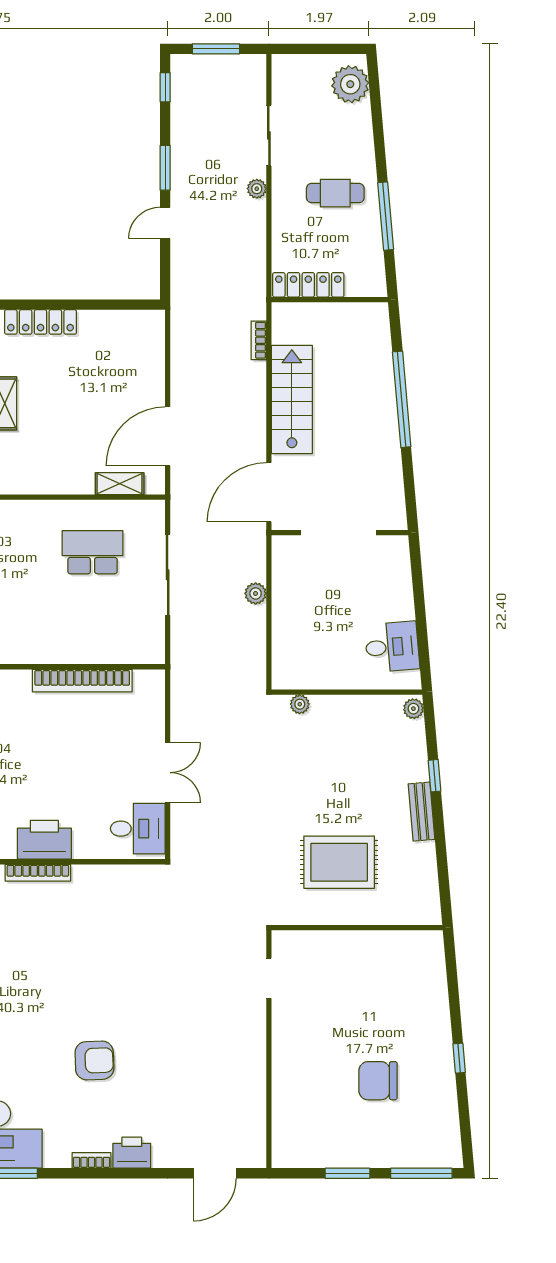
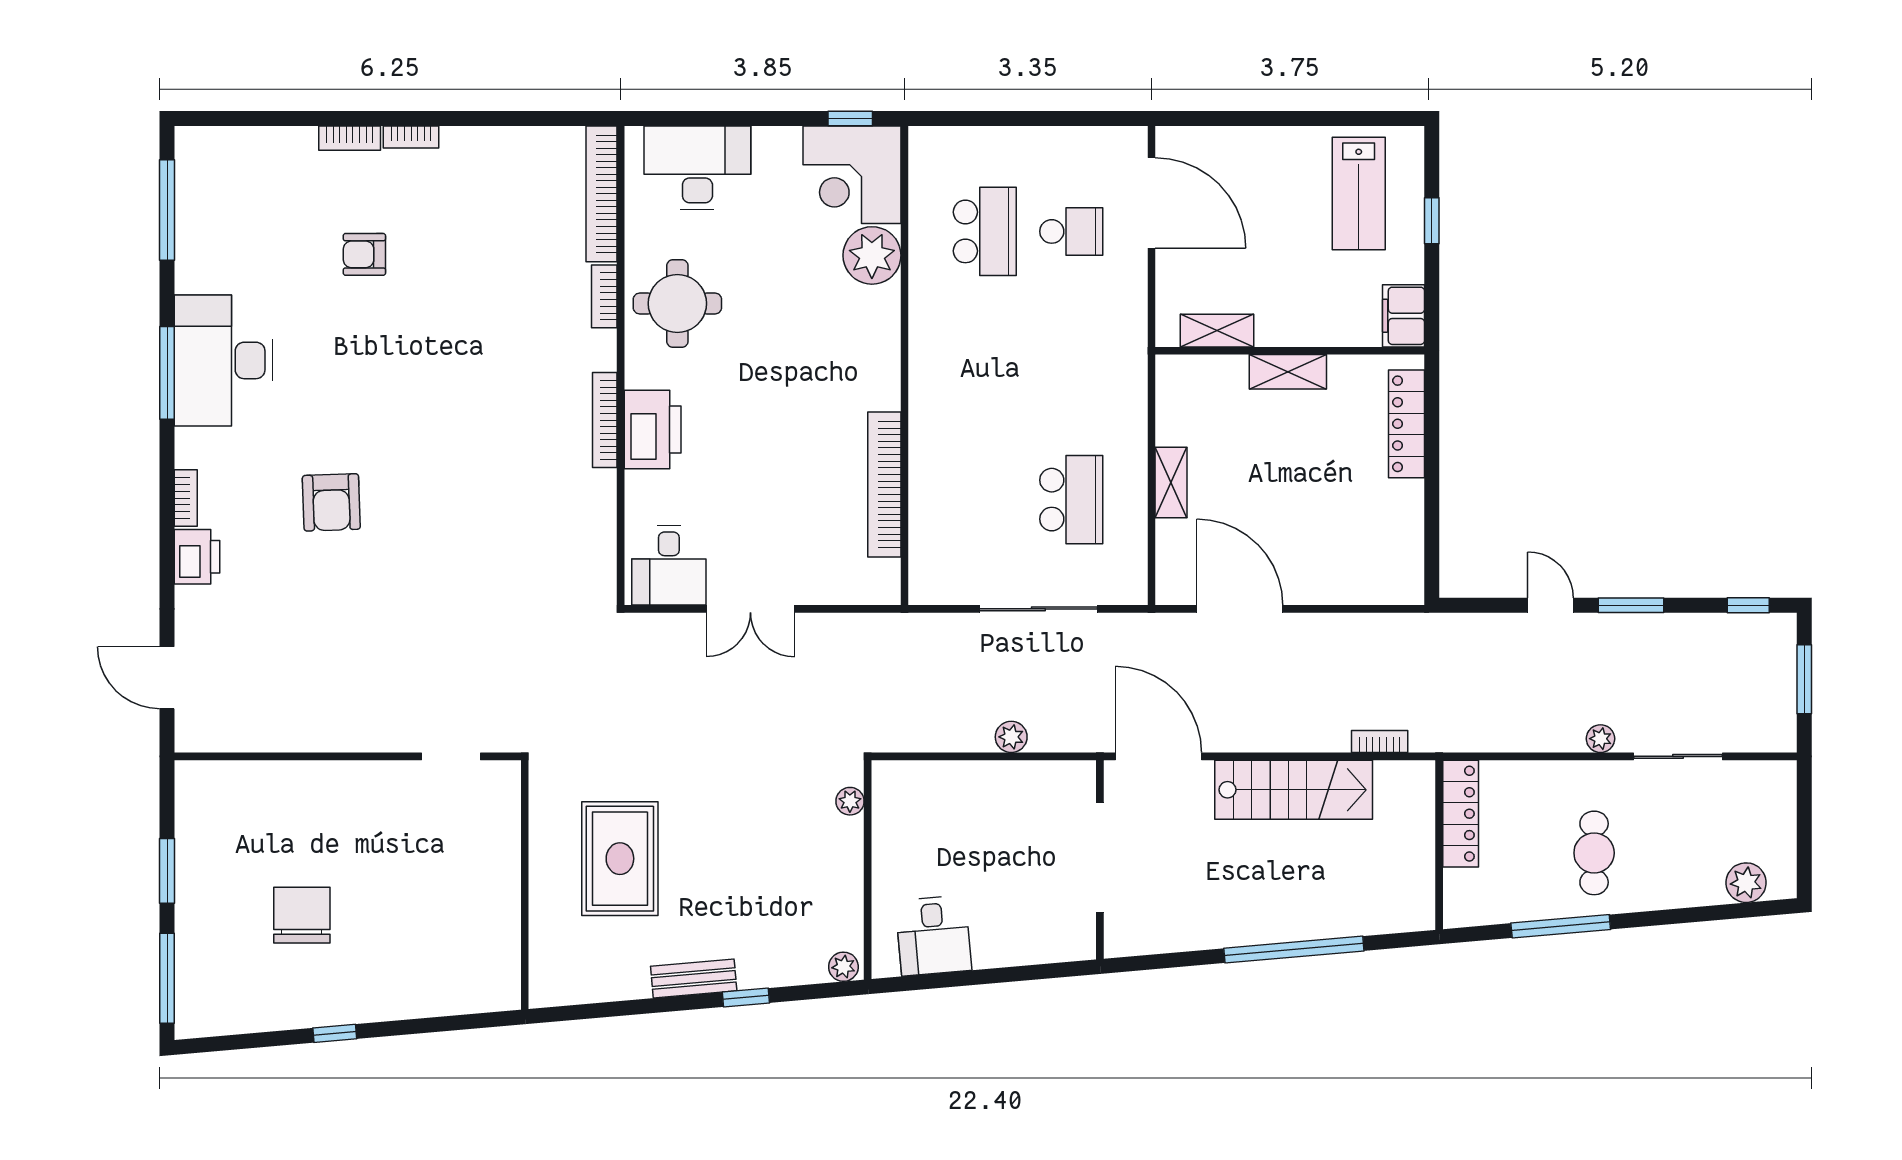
plant: (350, 84) -> (1746, 883), width x0.73, depth x0.73
shelving: (120, 484) -> (1171, 483), moved

